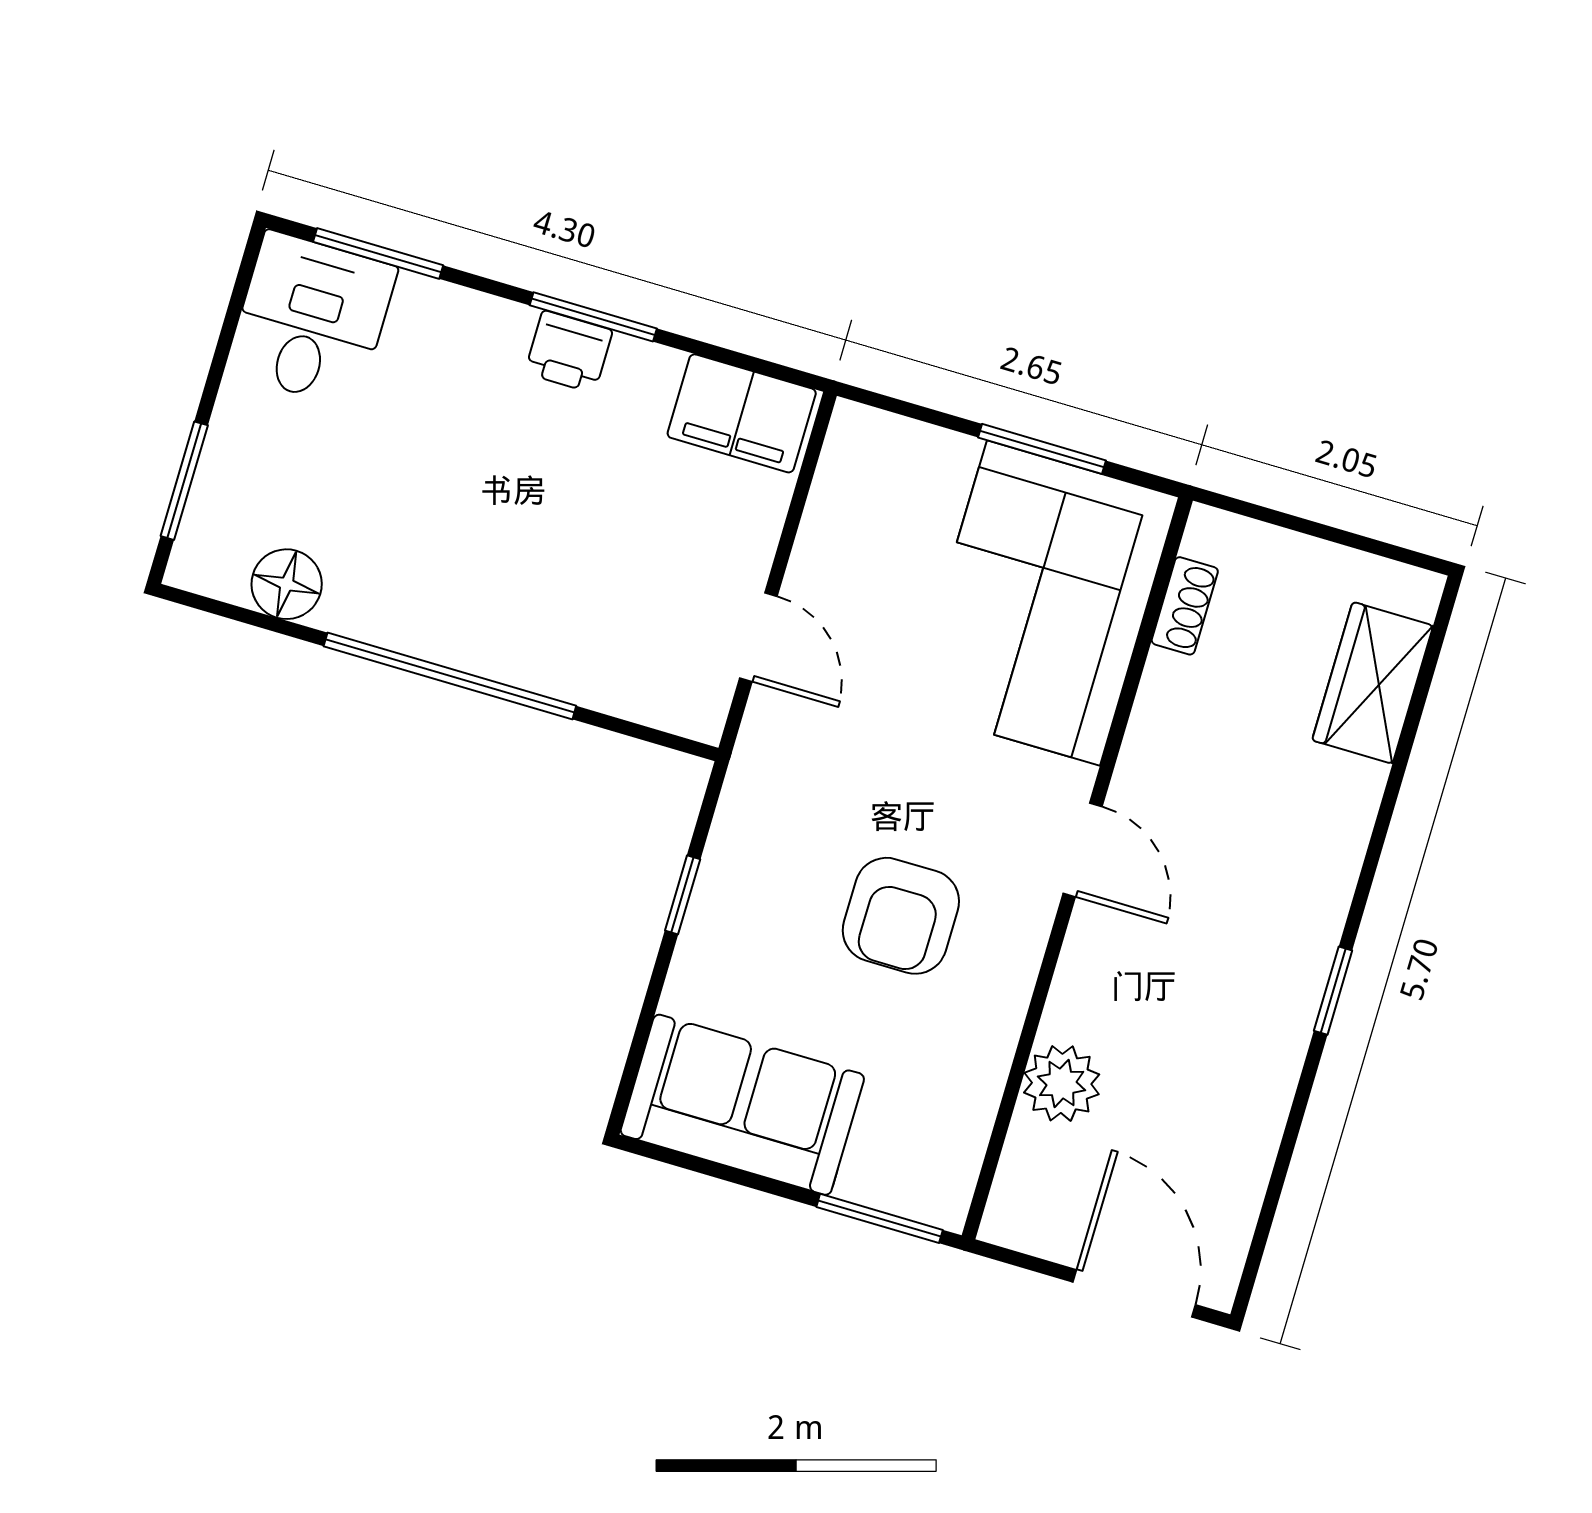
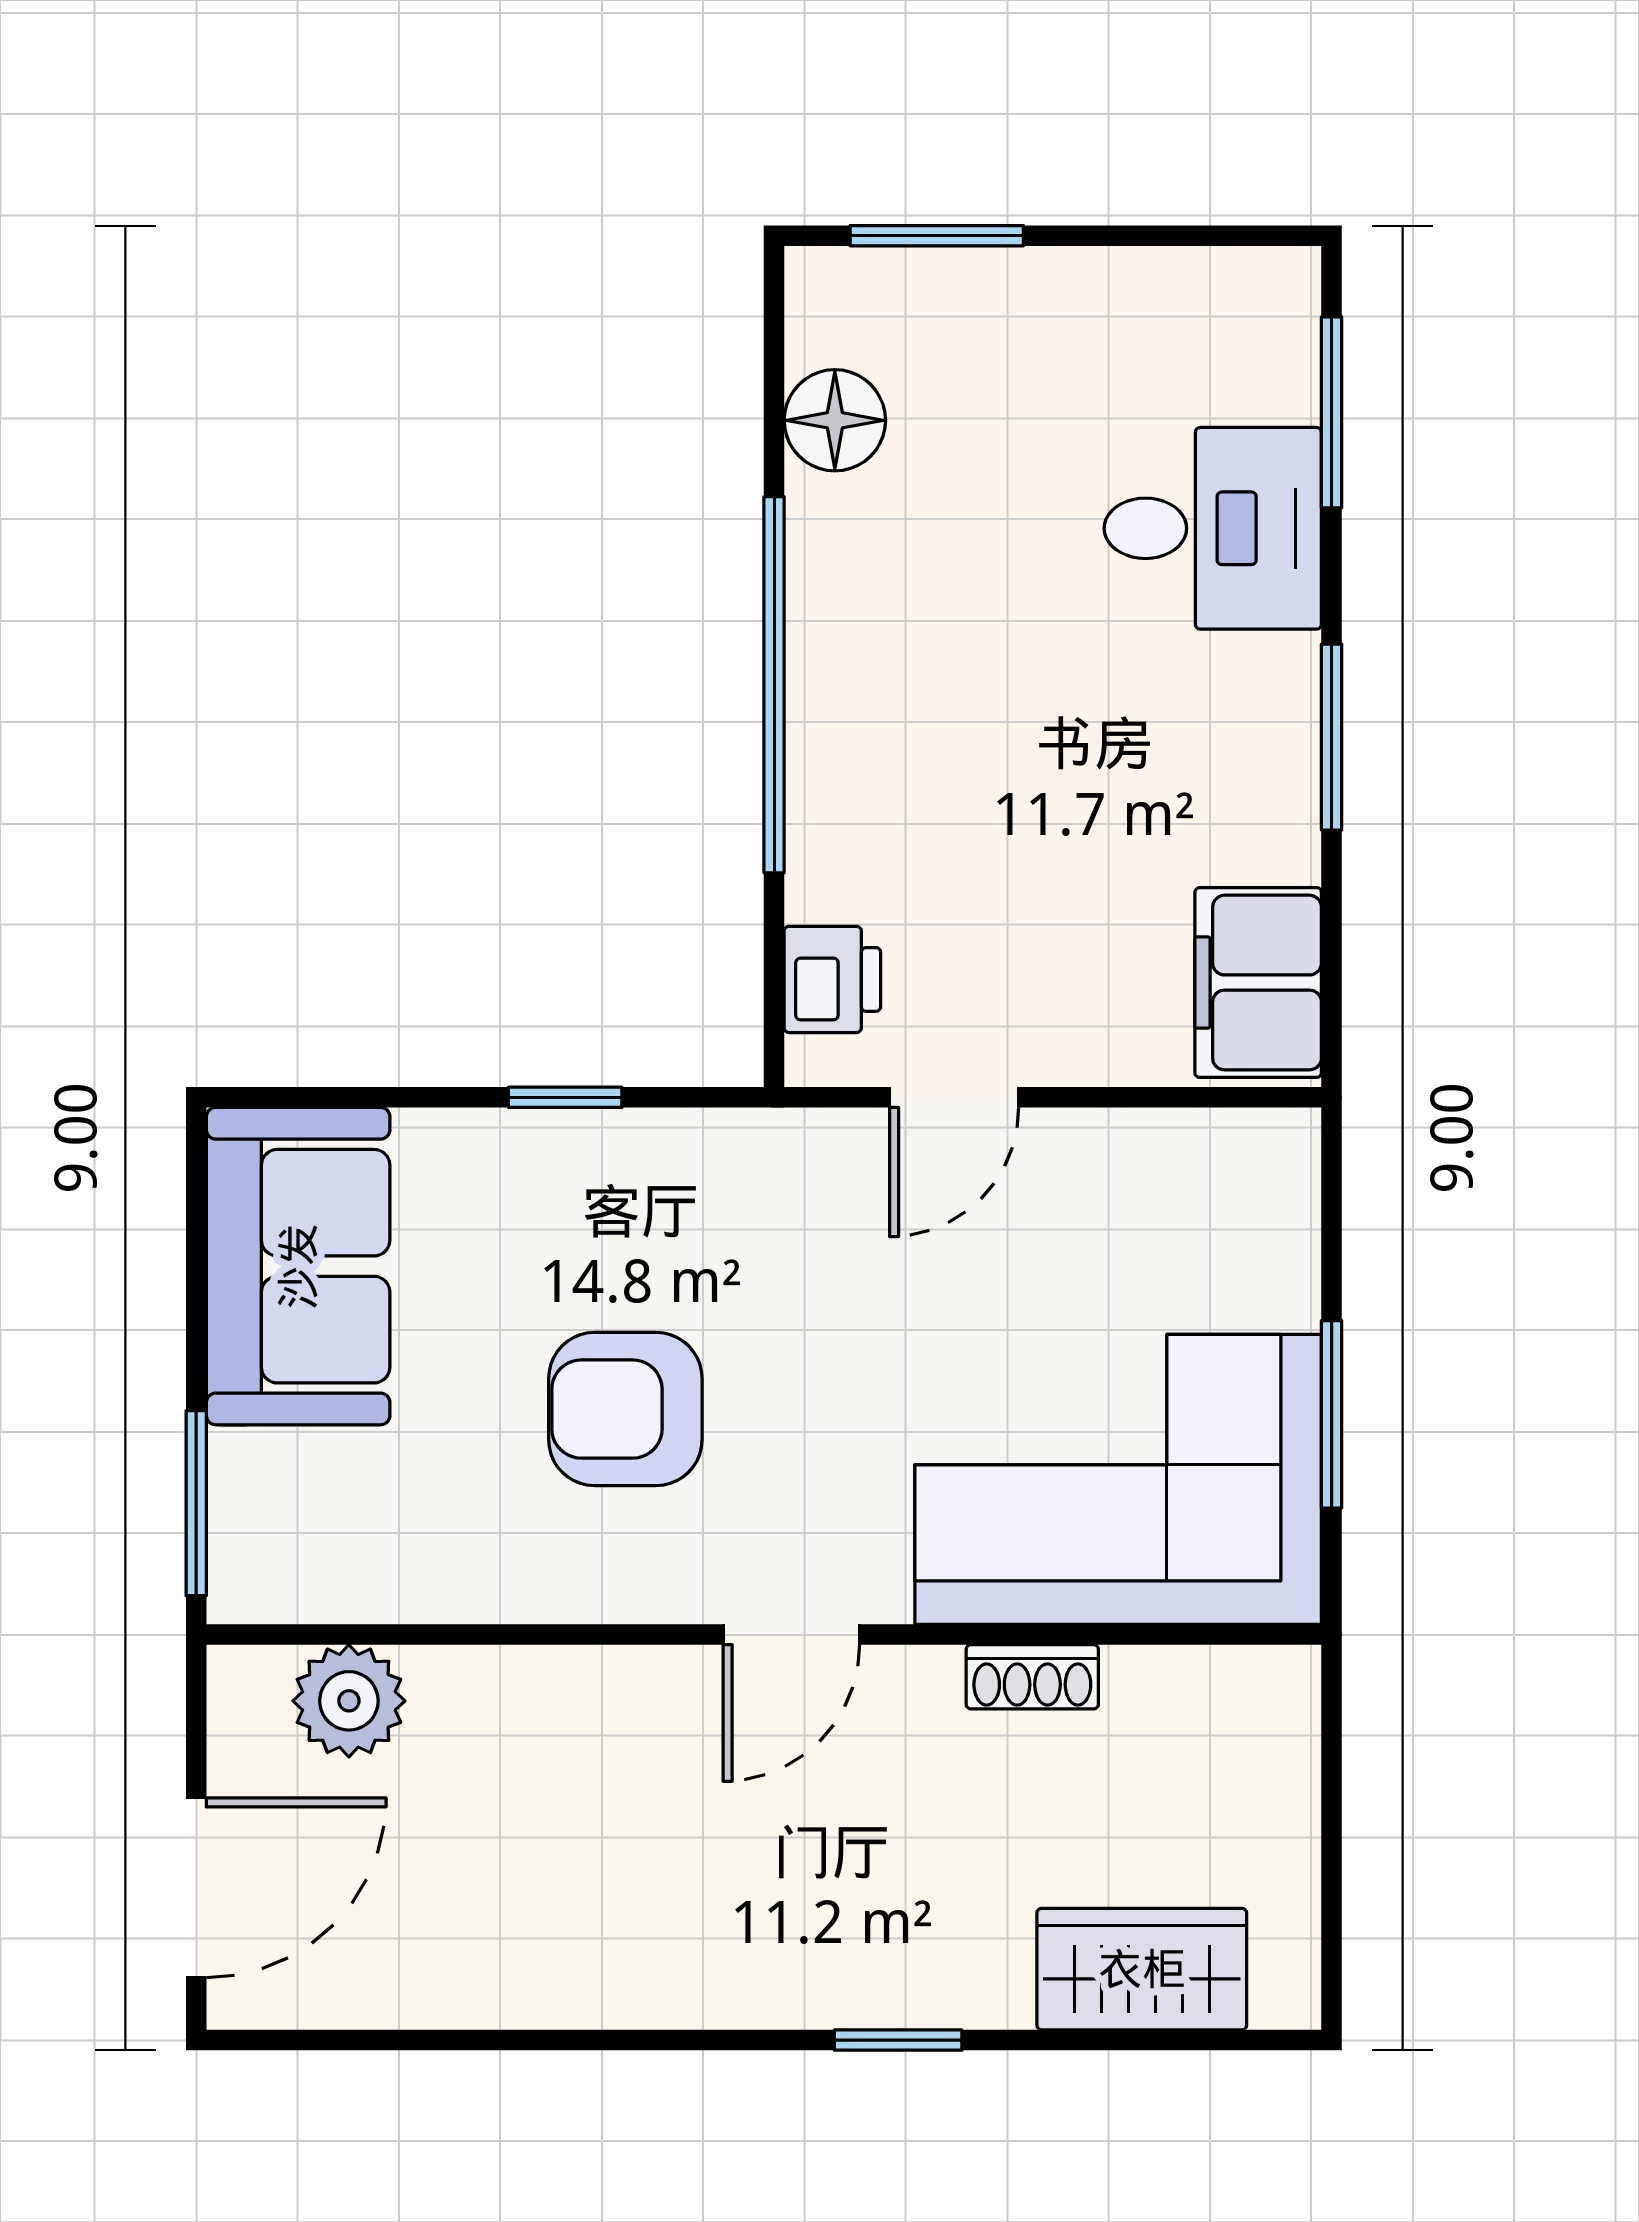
desk: (311, 319) -> (1213, 528), moved
printer: (569, 352) -> (832, 979), moved, turned 180
shoe rack: (1185, 606) -> (1032, 1677), moved
window: (1333, 991) -> (898, 2040), moved
plant: (1062, 1083) -> (349, 1701), moved

